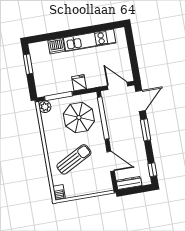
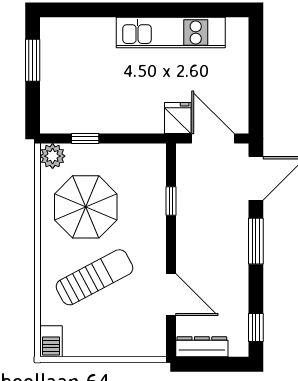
dishwasher: (56, 46) -> (99, 32), removed
fridge: (79, 83) -> (178, 118), moved
window: (59, 96) -> (85, 139), width x0.46
parasol: (79, 118) -> (86, 207), moved
window: (103, 118) -> (171, 201), width x0.32

